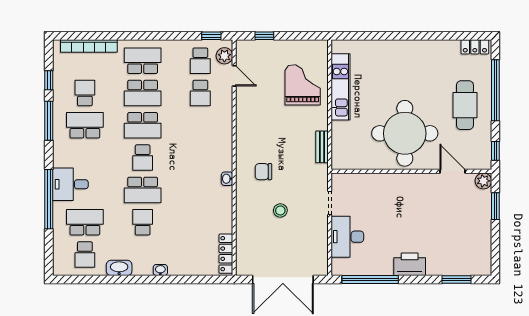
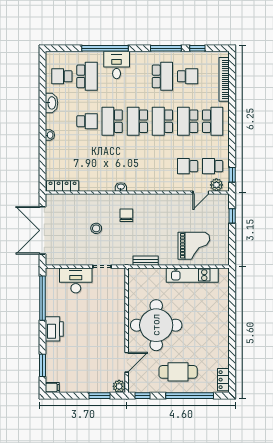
school desk: (143, 158) -> (137, 121), width x1.85
filing cabinet: (485, 267) -> (52, 388), added

